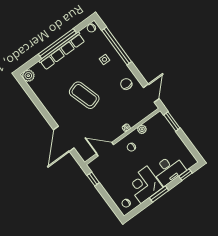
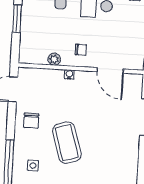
coffee table: (84, 95) -> (67, 143), moved
window: (172, 121) -> (17, 19), moved

